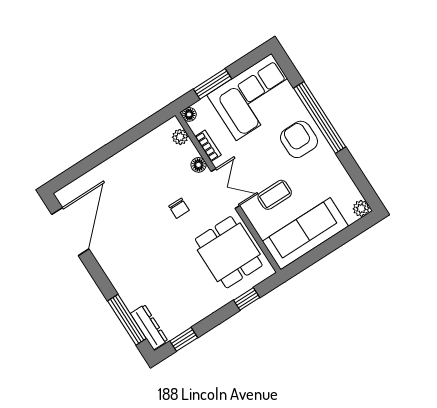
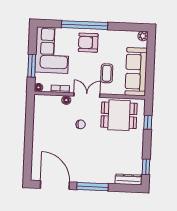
plant: (180, 137) -> (46, 99), removed
window: (127, 320) -> (93, 187), moved

